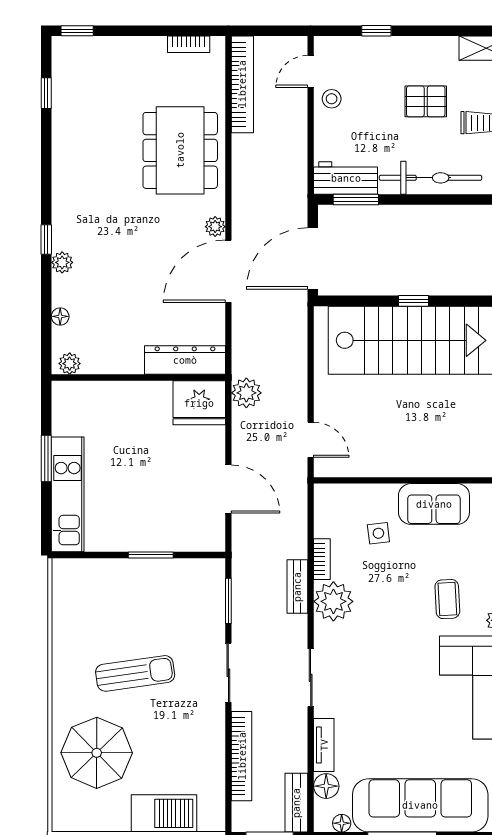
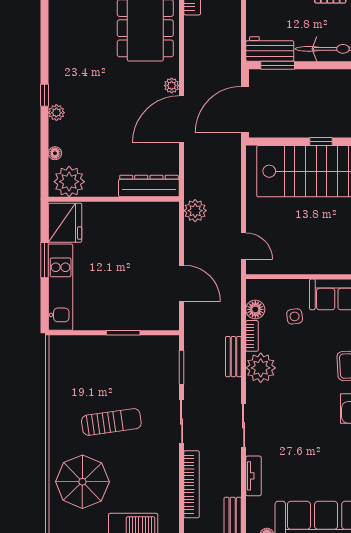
plant: (70, 364) -> (69, 182), width x1.87, depth x1.87
fridge: (199, 403) -> (65, 223), moved, turned -90
floor lamp: (326, 786) -> (255, 309), moved

